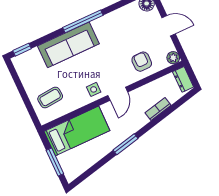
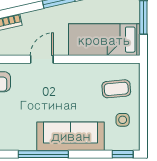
side table: (94, 89) -> (123, 120), moved

